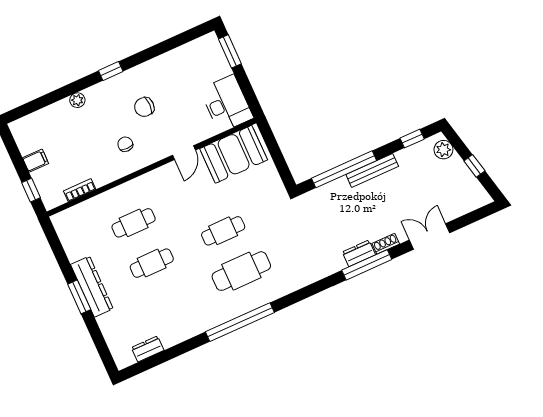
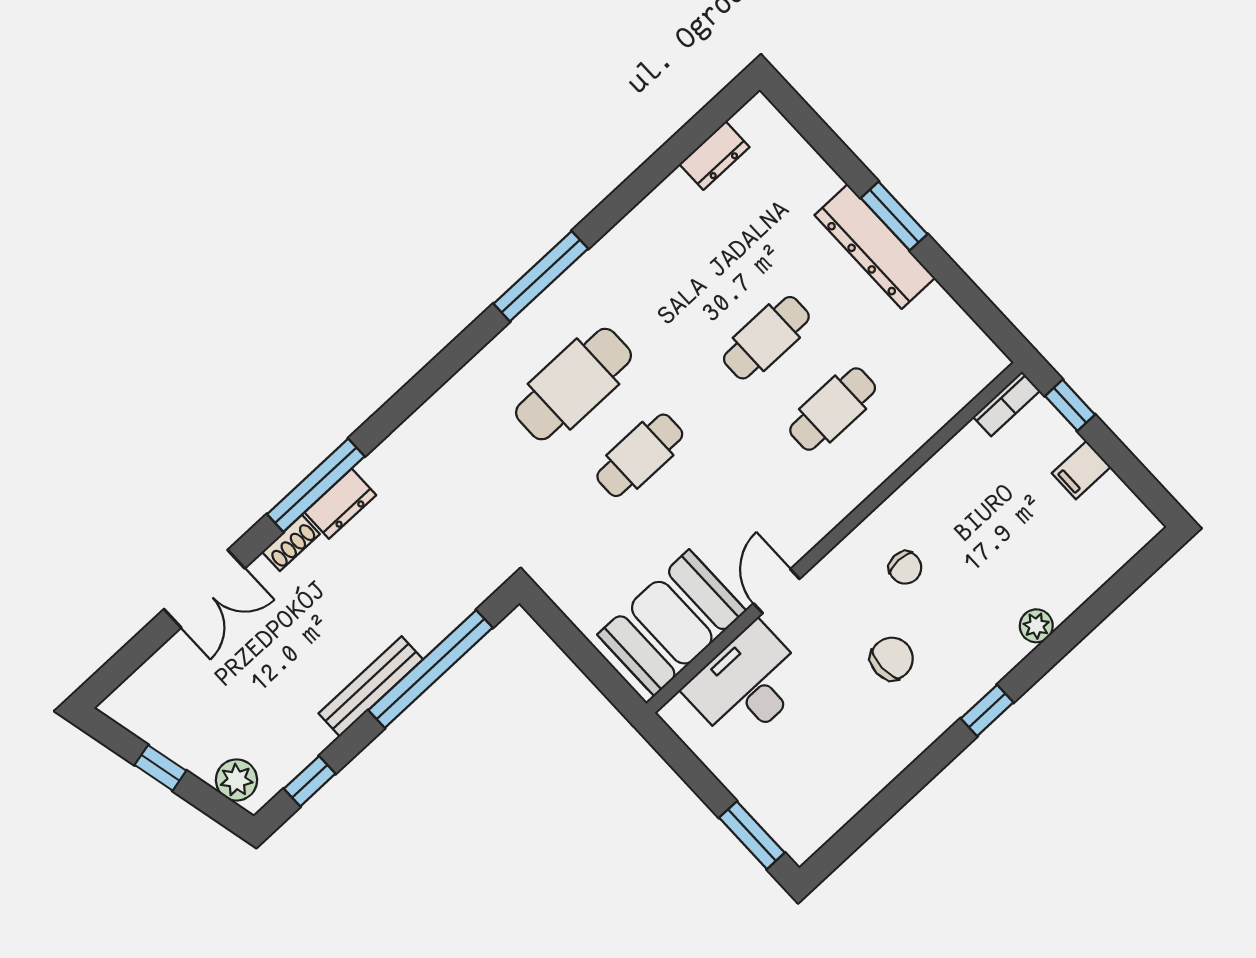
desk: (227, 104) -> (747, 684), moved, turned 90
bookcase: (80, 190) -> (1007, 404), moved
window: (240, 322) -> (541, 276), width x0.68

